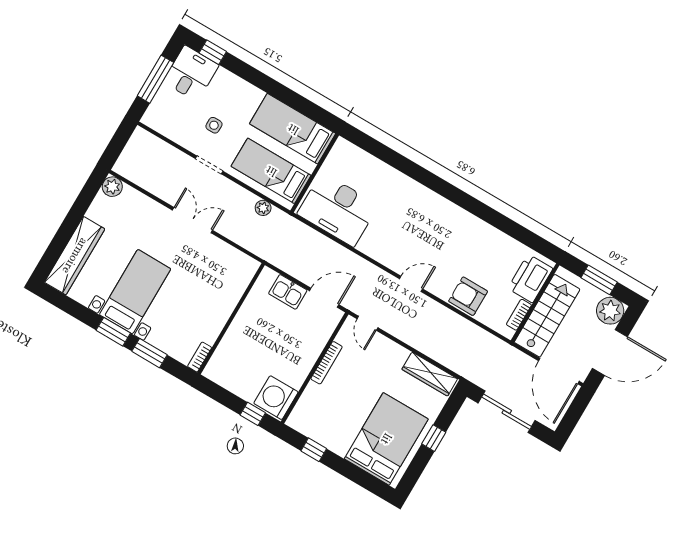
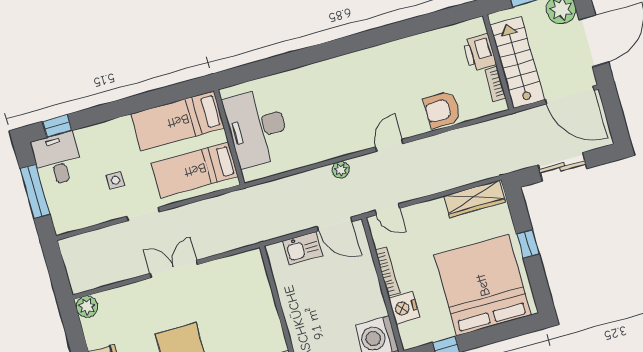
plant: (263, 208) -> (341, 170), moved
desk: (338, 210) -> (257, 128), moved, turned 90
printer: (530, 278) -> (480, 53), width x0.73, depth x0.84
door: (324, 298) -> (335, 224), swing flipped
nightstand: (313, 397) -> (404, 308), added
sliding door: (507, 412) -> (562, 167), width x0.73
bed: (386, 439) -> (483, 285), width x1.36

